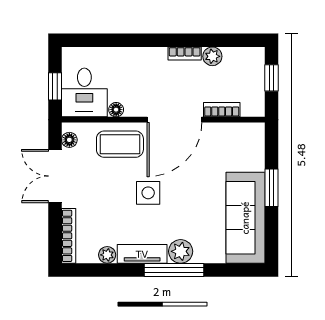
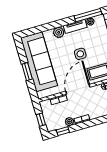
window: (232, 40) -> (63, 131), added
sofa: (245, 218) -> (39, 62), width x1.36, depth x1.27
window: (174, 270) -> (88, 15), moved

